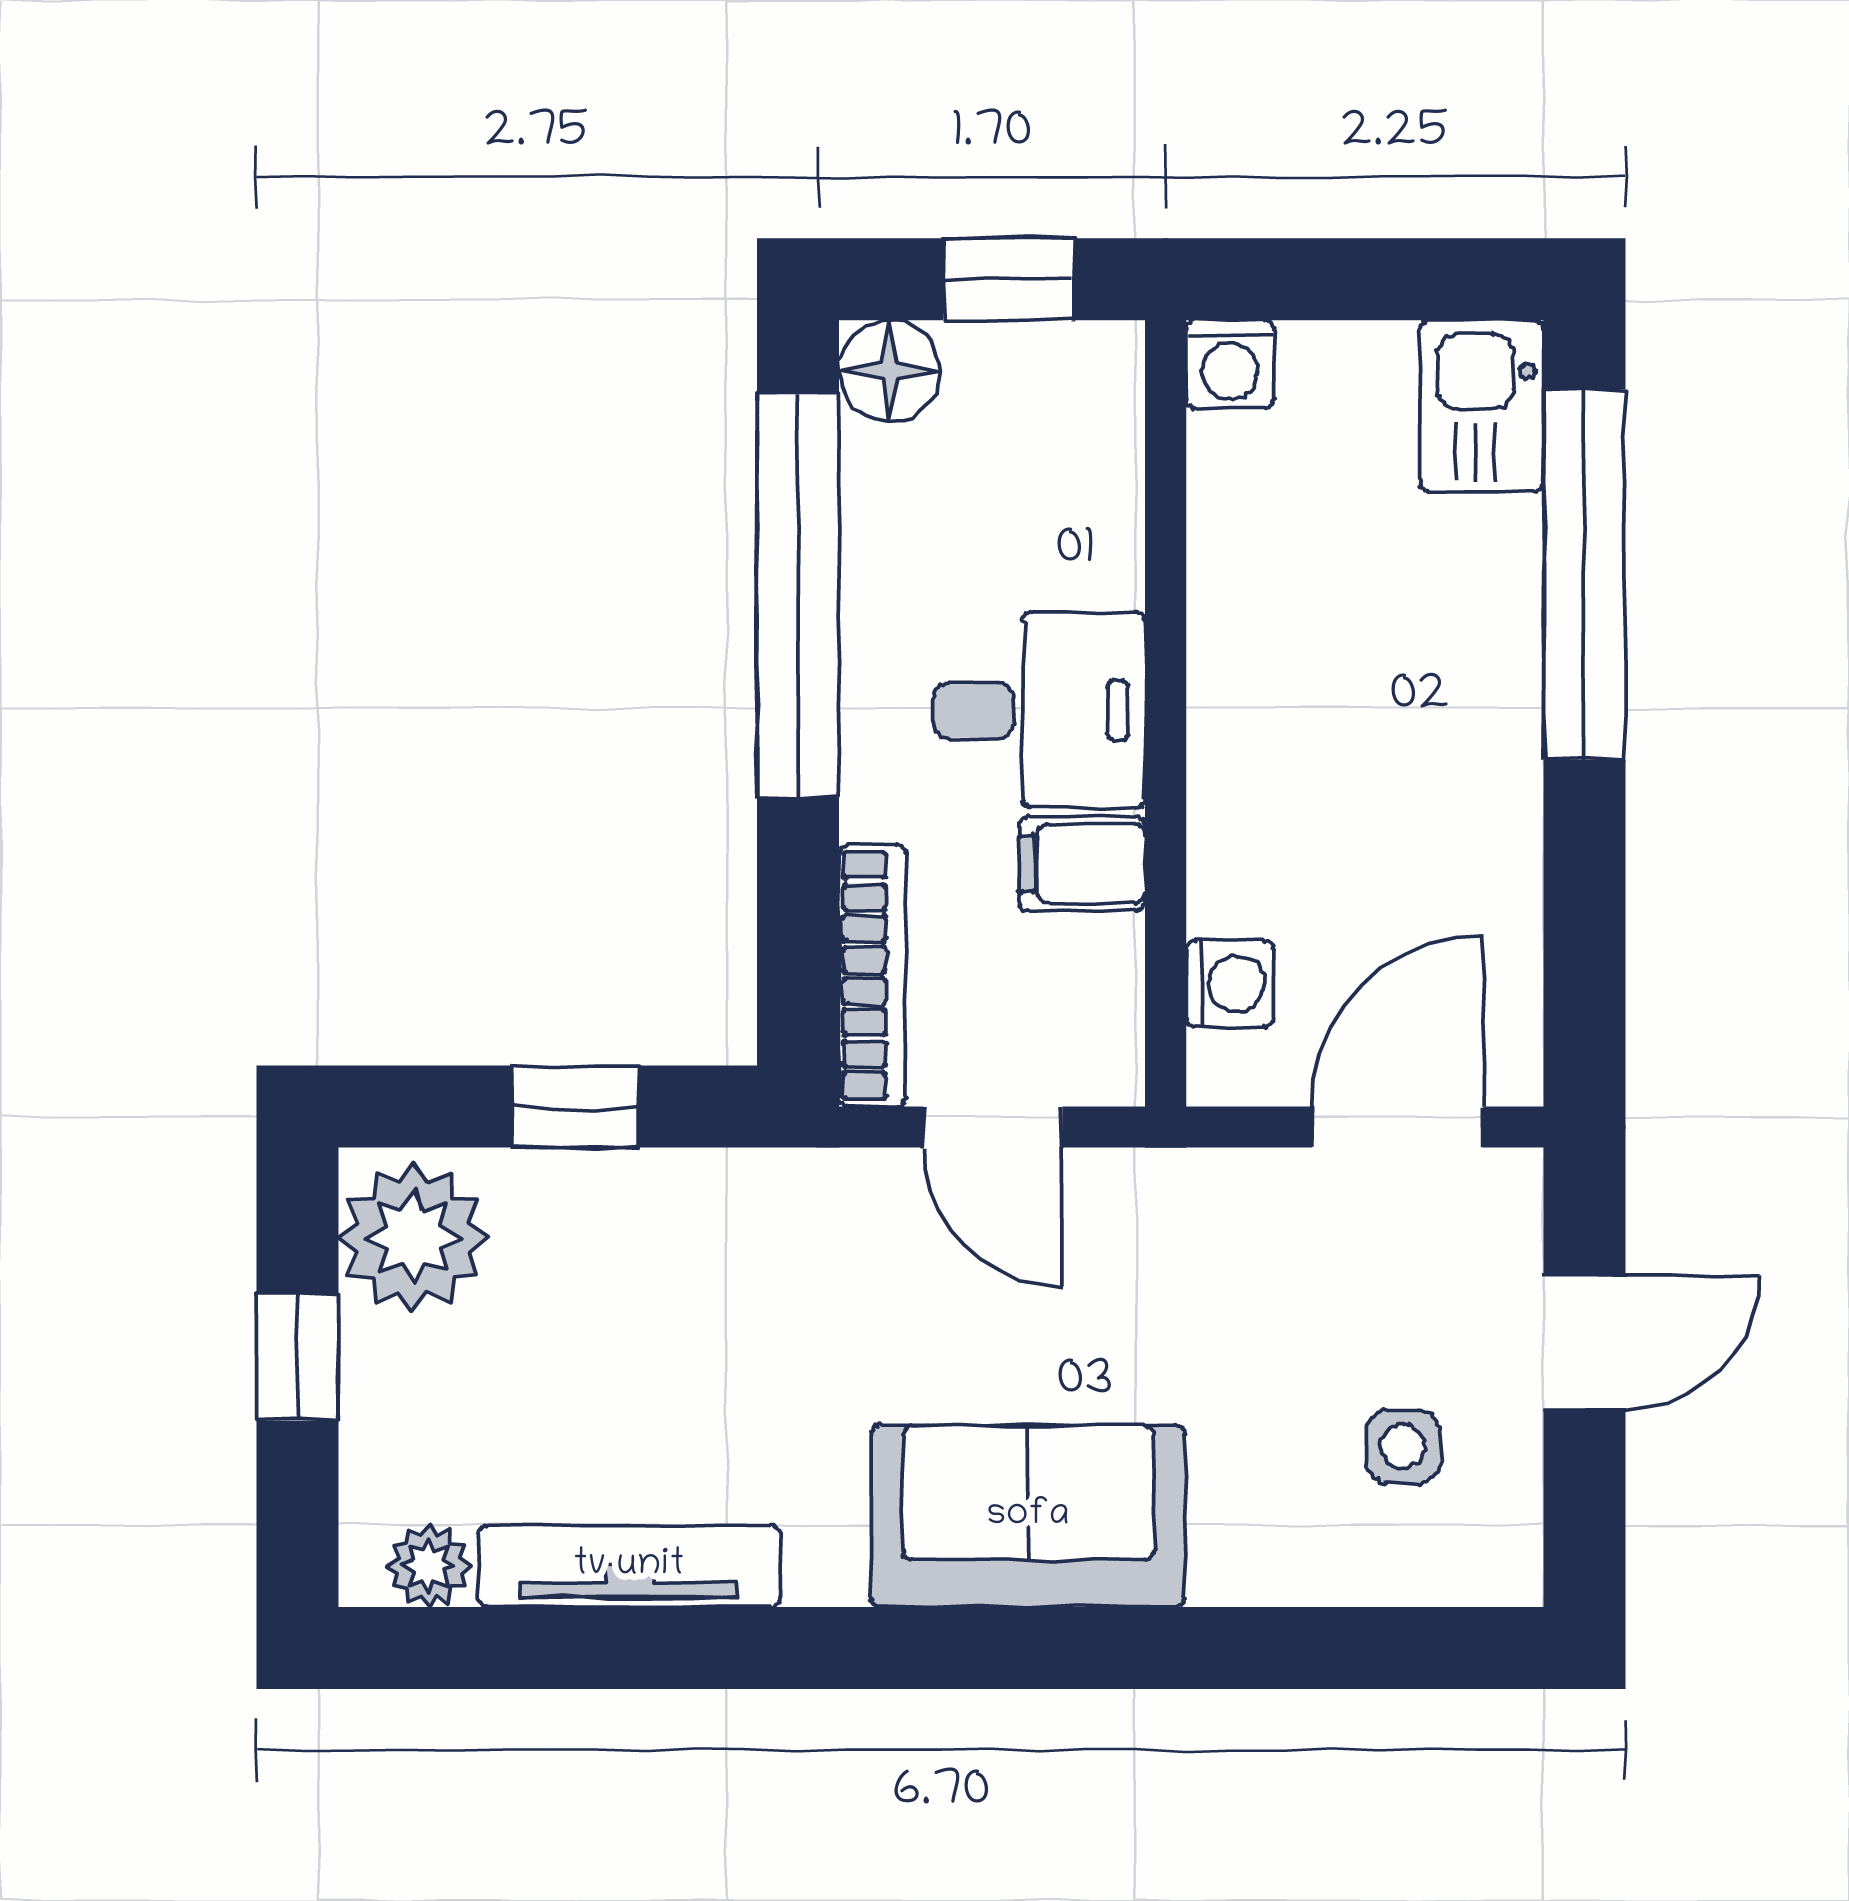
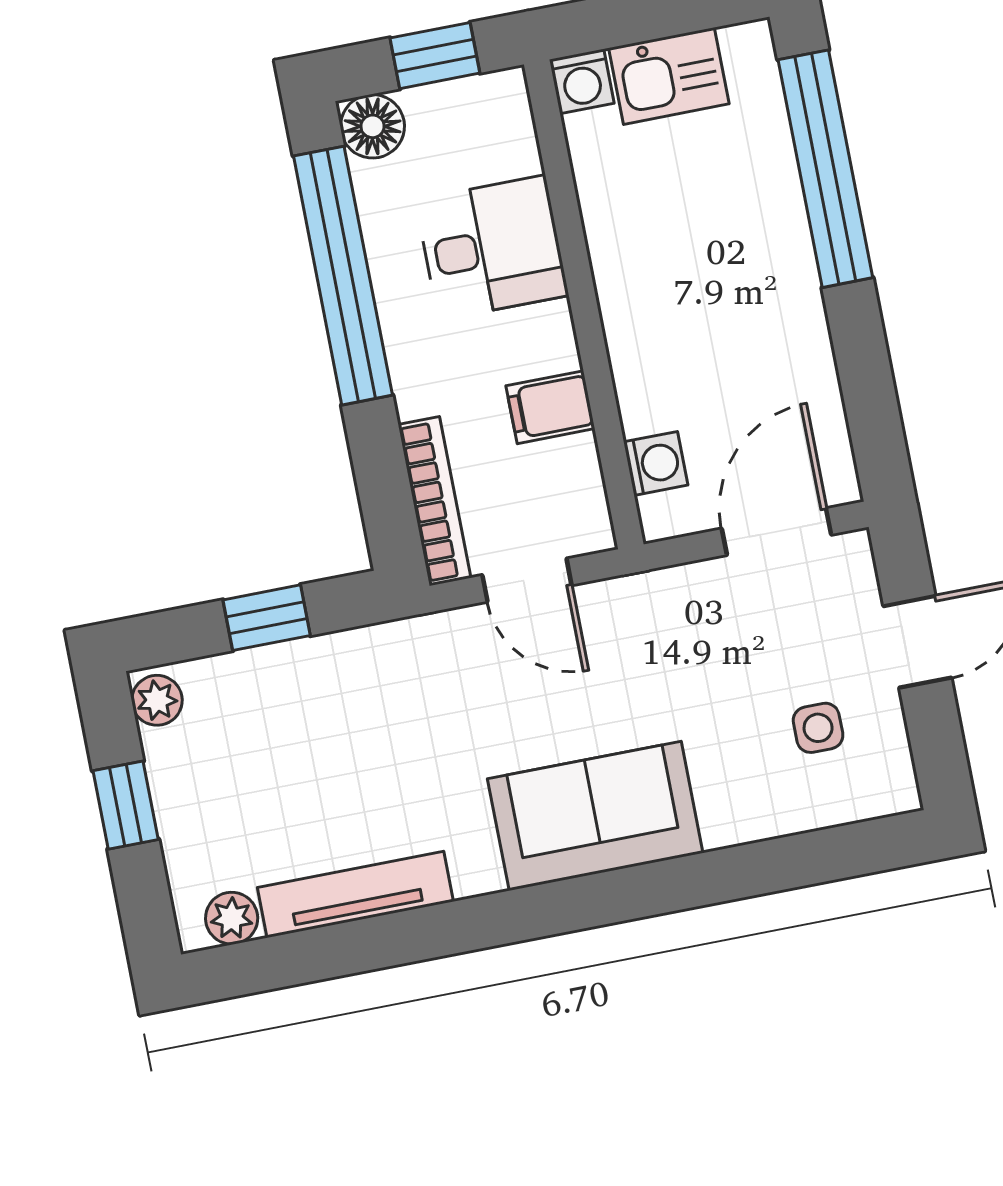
kitchen sink: (1482, 406) -> (669, 76), moved, turned -90
desk: (1039, 710) -> (492, 248), moved
plant: (413, 1237) -> (157, 700), width x0.53, depth x0.53

